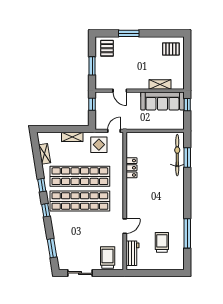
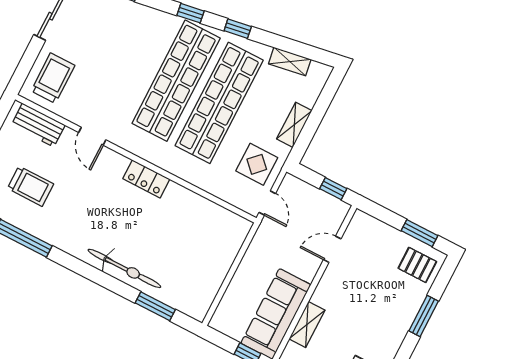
window: (92, 66) -> (419, 233), moved
bicycle: (177, 155) -> (124, 268), moved
locker: (131, 168) -> (146, 179), moved
trolley: (108, 258) -> (53, 78), turned -90

